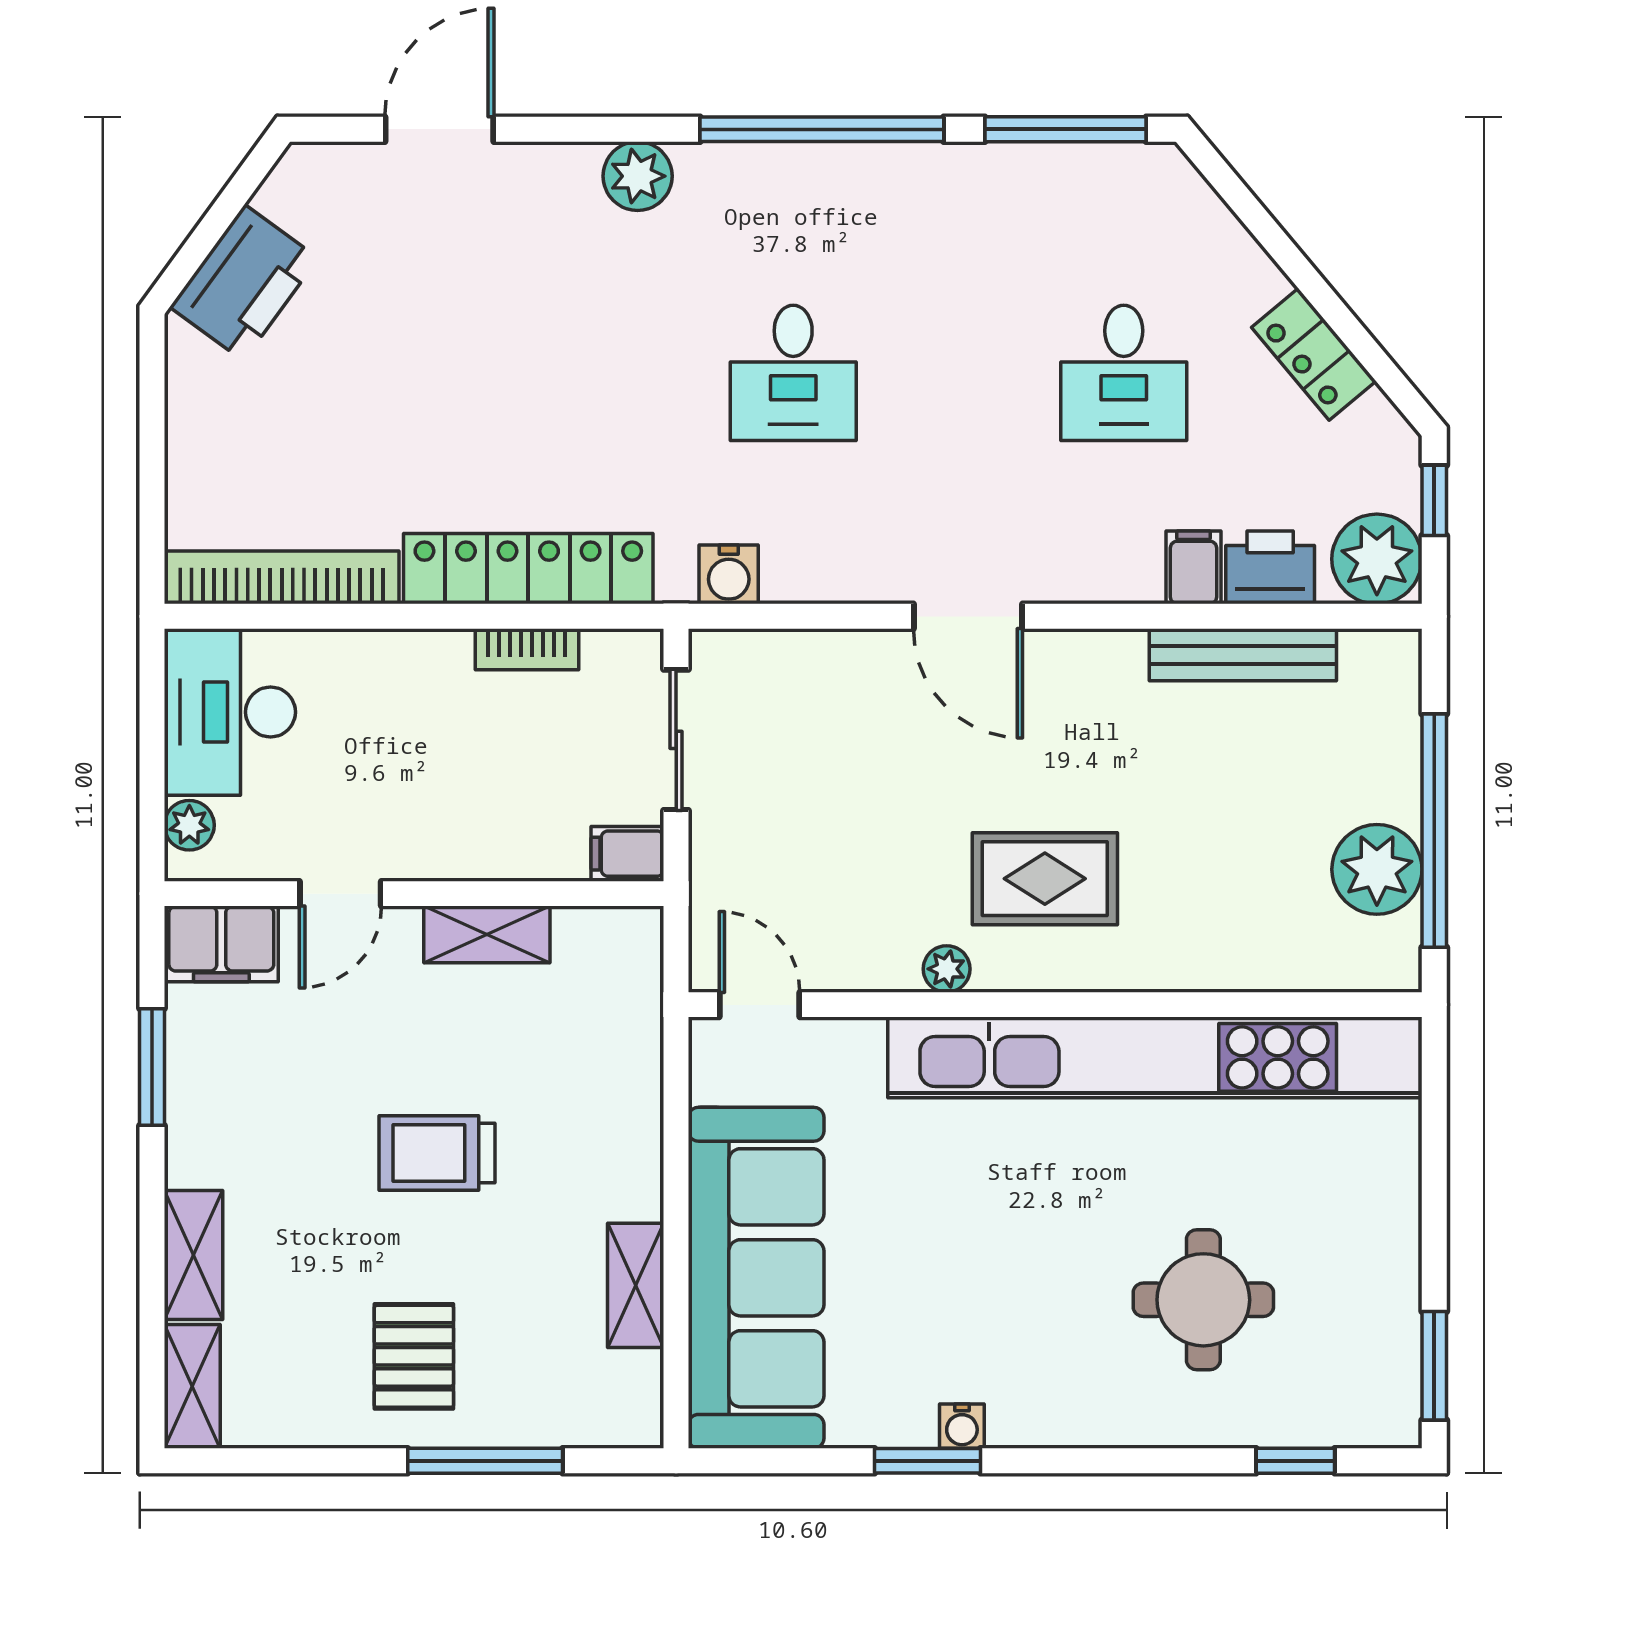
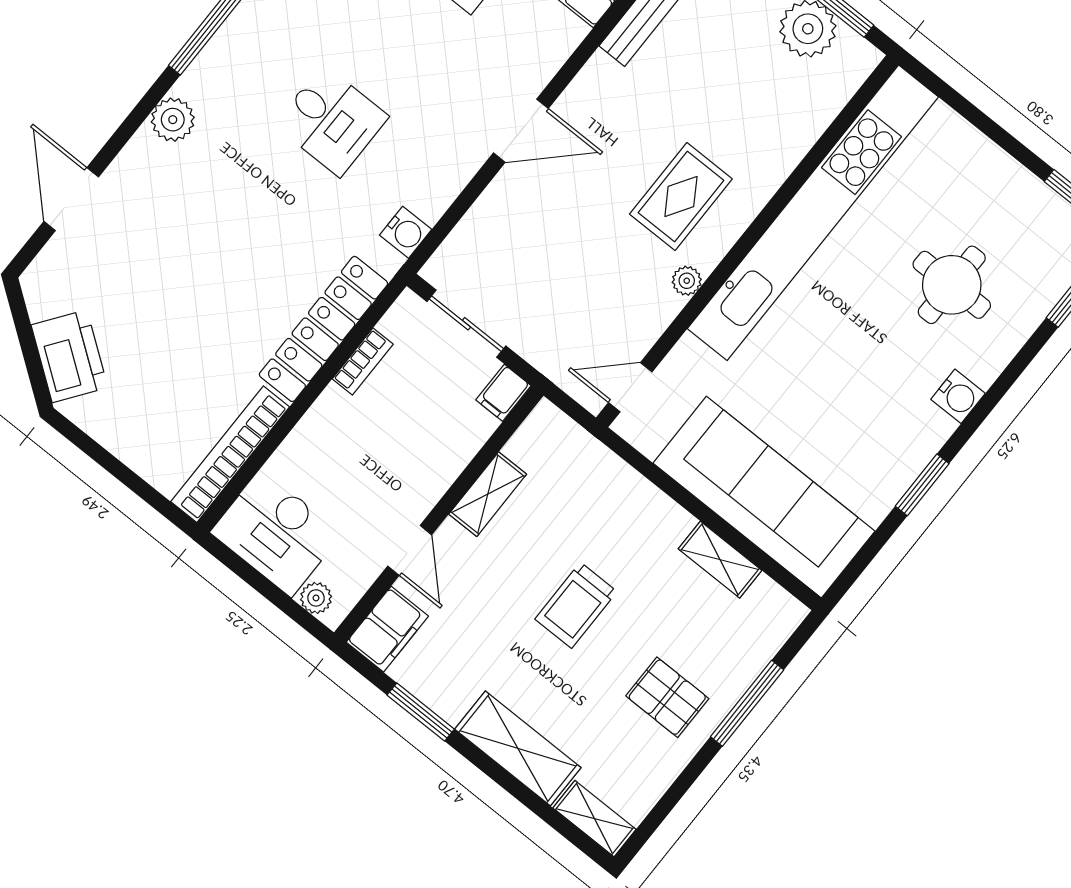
shelving: (193, 1255) -> (518, 748), width x1.50, depth x1.33
water cooler: (962, 1426) -> (958, 396), moved, width x1.38, depth x1.38

